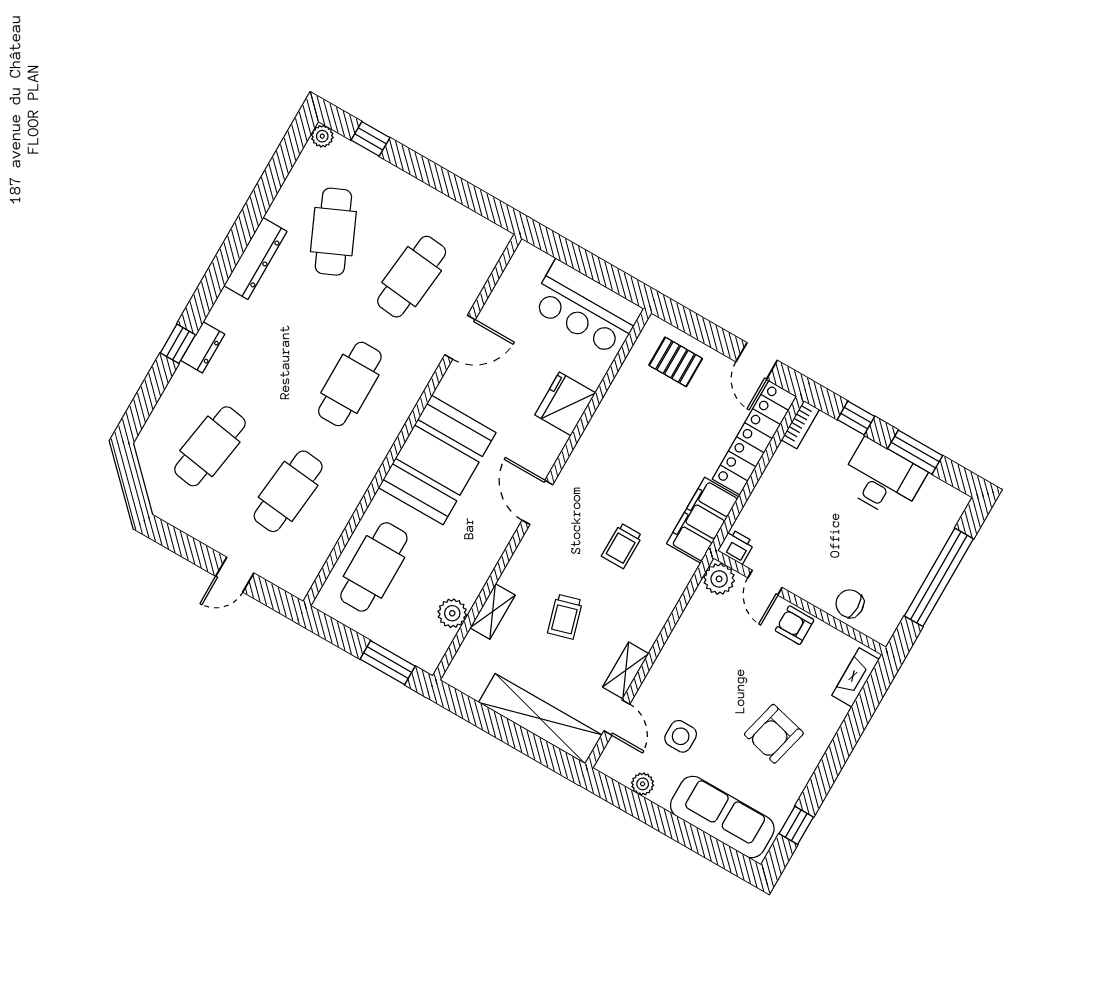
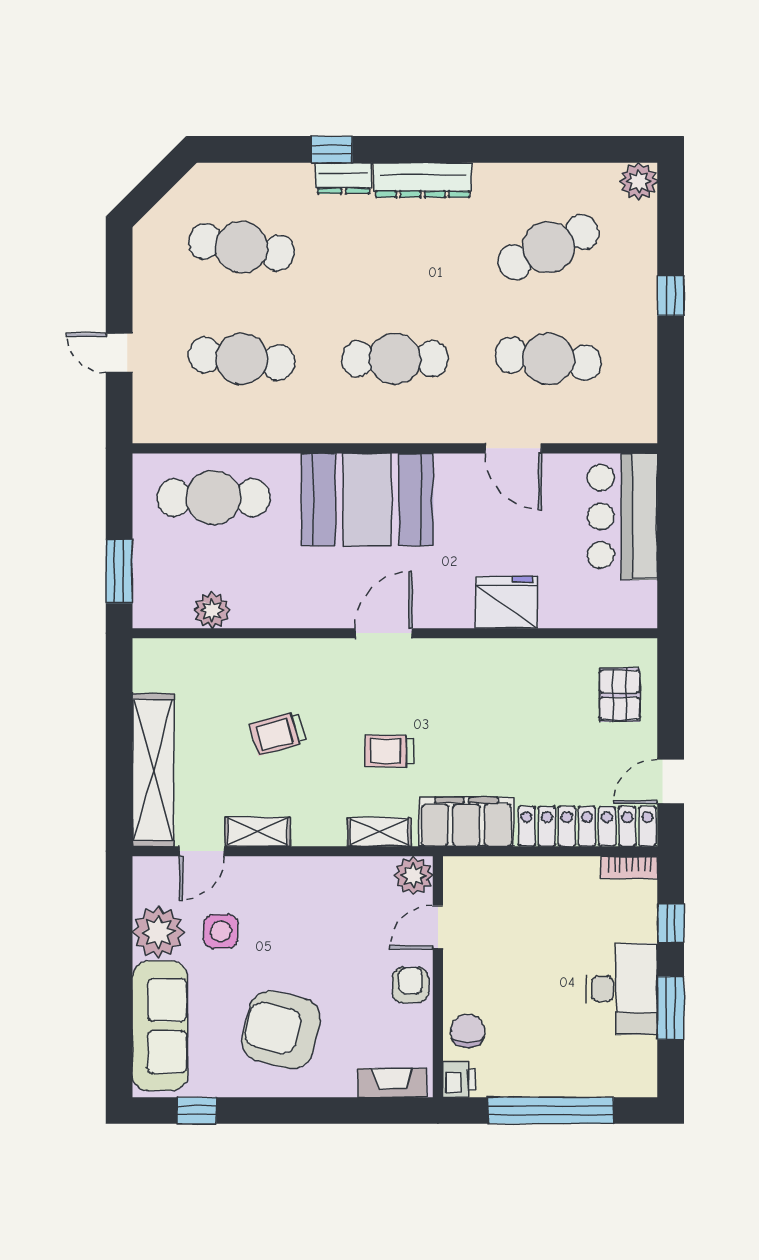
plant: (322, 136) -> (639, 181), width x1.38, depth x1.38
window: (371, 139) -> (671, 296), moved
dresser: (255, 259) -> (423, 180), moved
bar counter: (586, 308) -> (622, 516), moved
printer: (736, 547) -> (459, 1080), moved
shelving: (493, 611) -> (379, 832), moved
armchair: (774, 734) -> (281, 1030), width x1.36, depth x1.36
plant: (643, 784) -> (158, 932), width x1.88, depth x1.88

